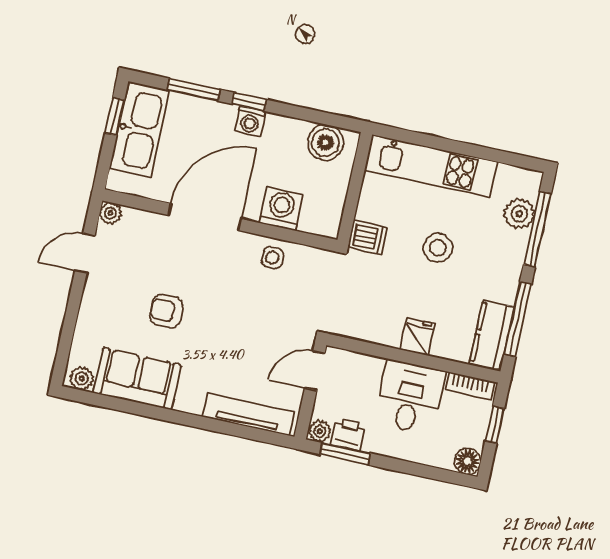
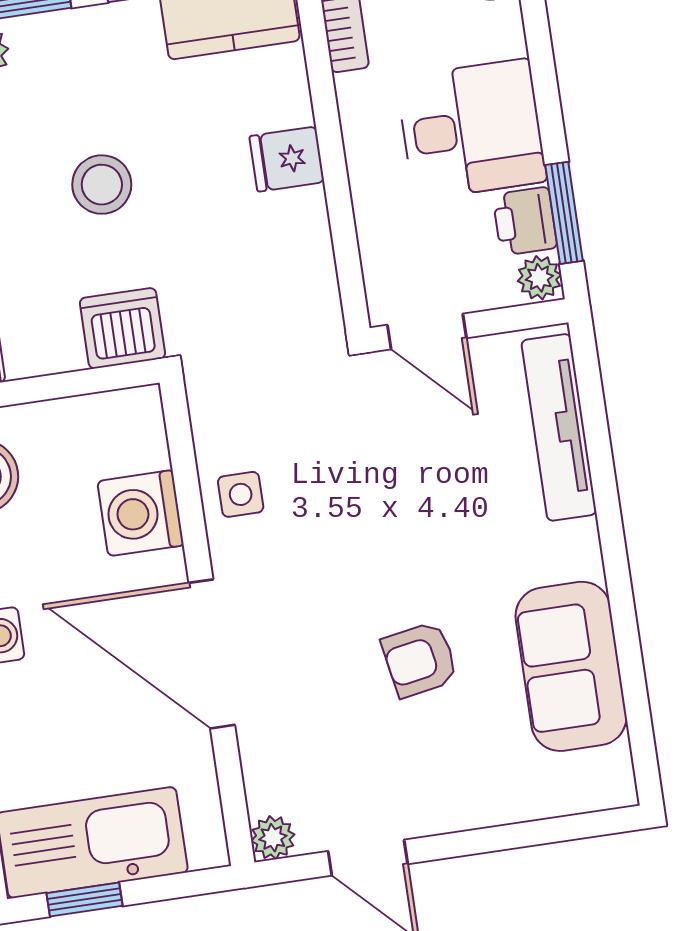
dishwasher: (368, 237) -> (122, 328), width x1.38
armchair: (166, 311) -> (420, 660), turned 80
plant: (82, 378) -> (611, 773), removed
desk: (410, 397) -> (472, 129), moved, turned 180

